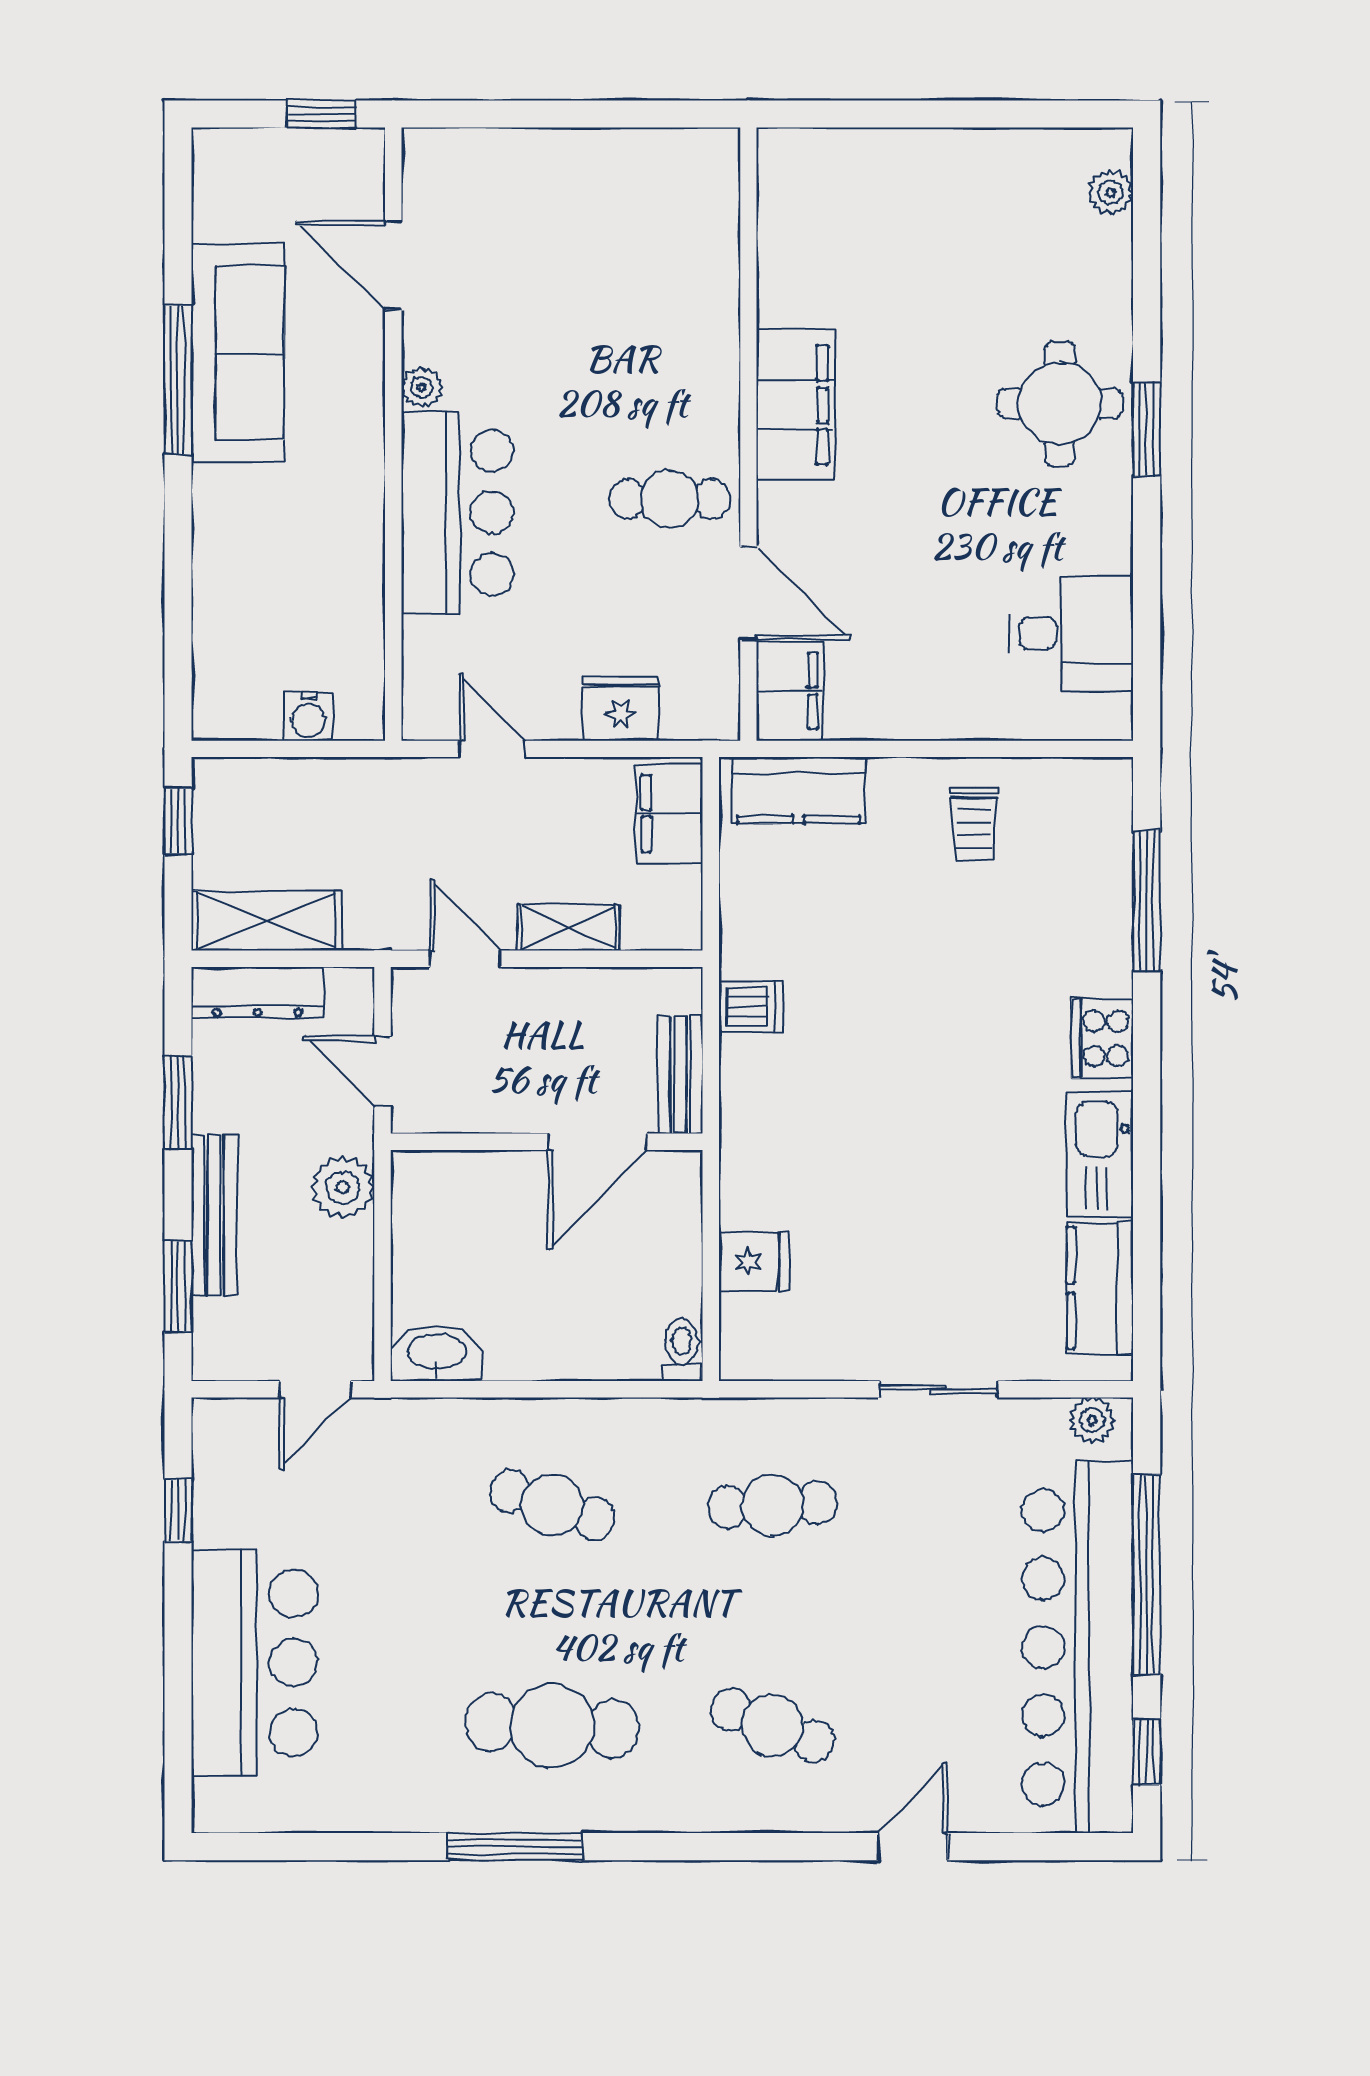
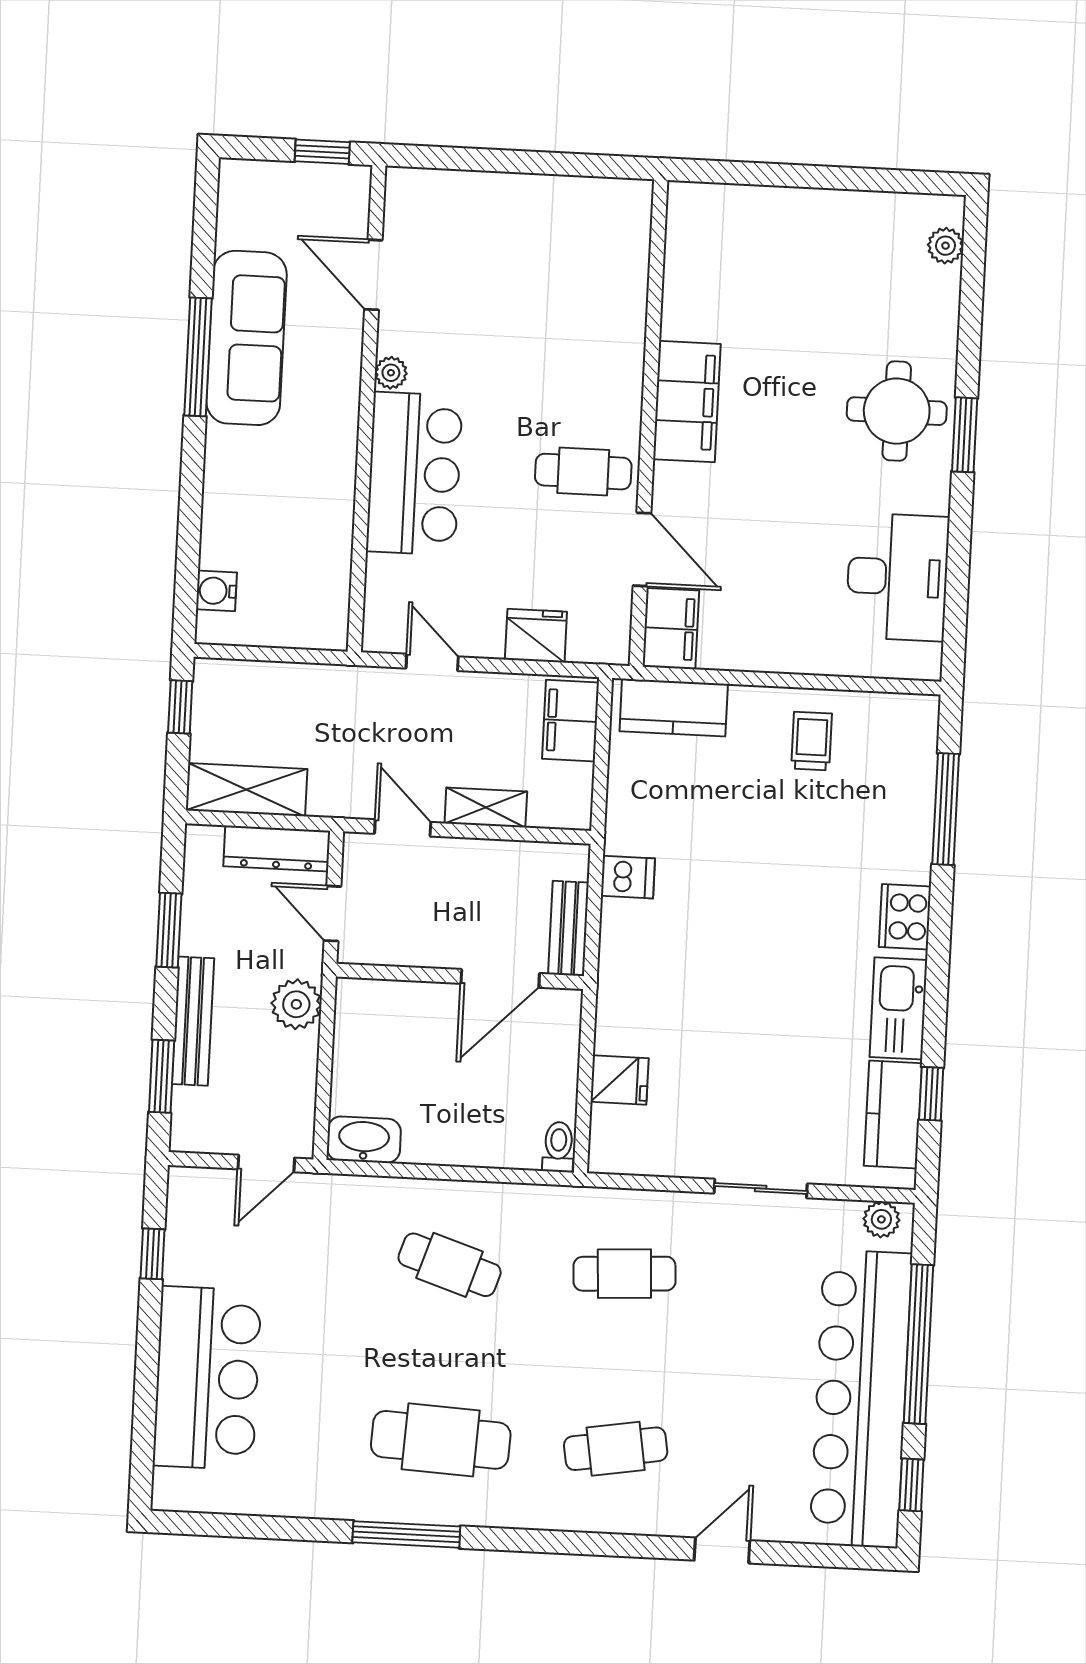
desk: (1071, 633) -> (897, 577), width x1.37
water cooler: (309, 716) -> (216, 591), moved, turned 90
trolley: (974, 824) -> (812, 741), turned 180
dresser: (257, 993) -> (277, 848), moved
window: (1147, 1259) -> (931, 1094), added
cafe table: (773, 1726) -> (616, 1449), turned -30

